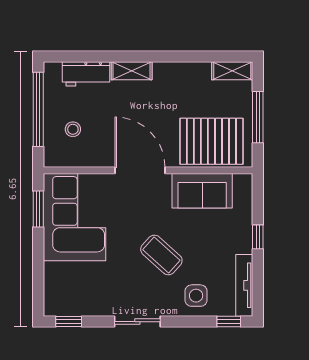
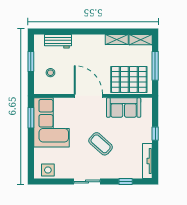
shelving: (132, 71) -> (117, 40), moved
window: (38, 109) -> (31, 61), width x0.47
side table: (196, 296) -> (48, 170), moved
window: (69, 322) -> (48, 182), removed
window: (229, 322) -> (126, 182), moved

